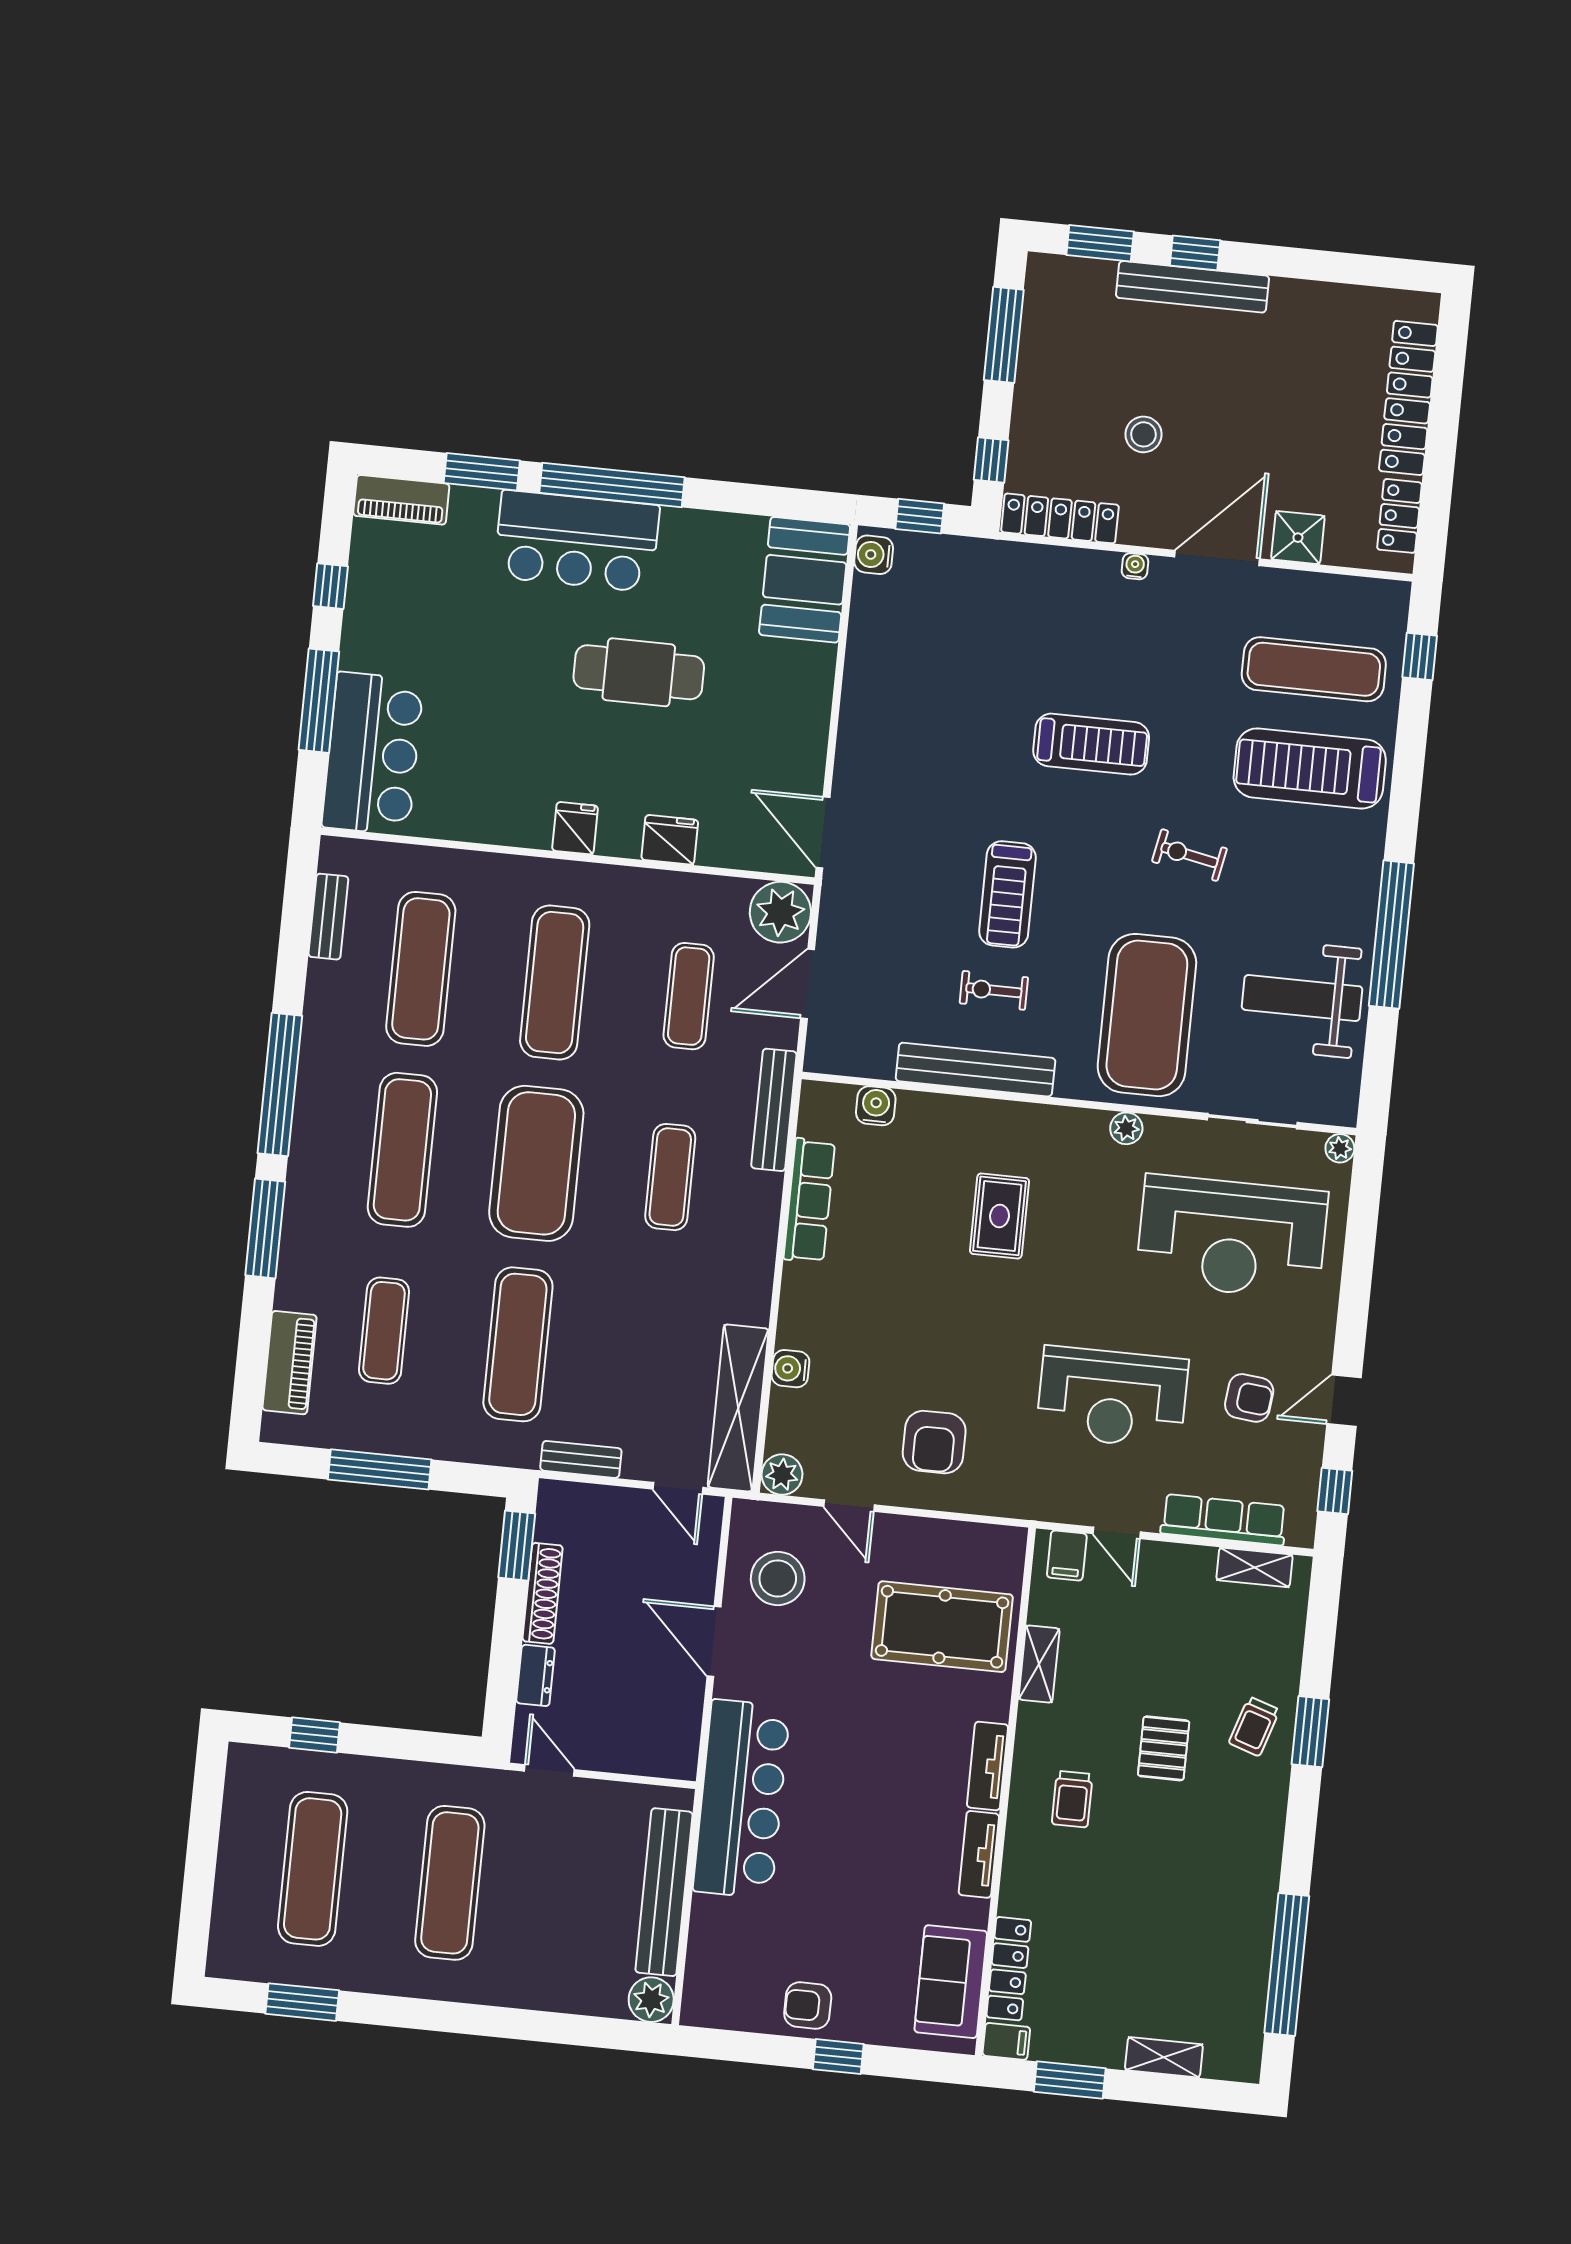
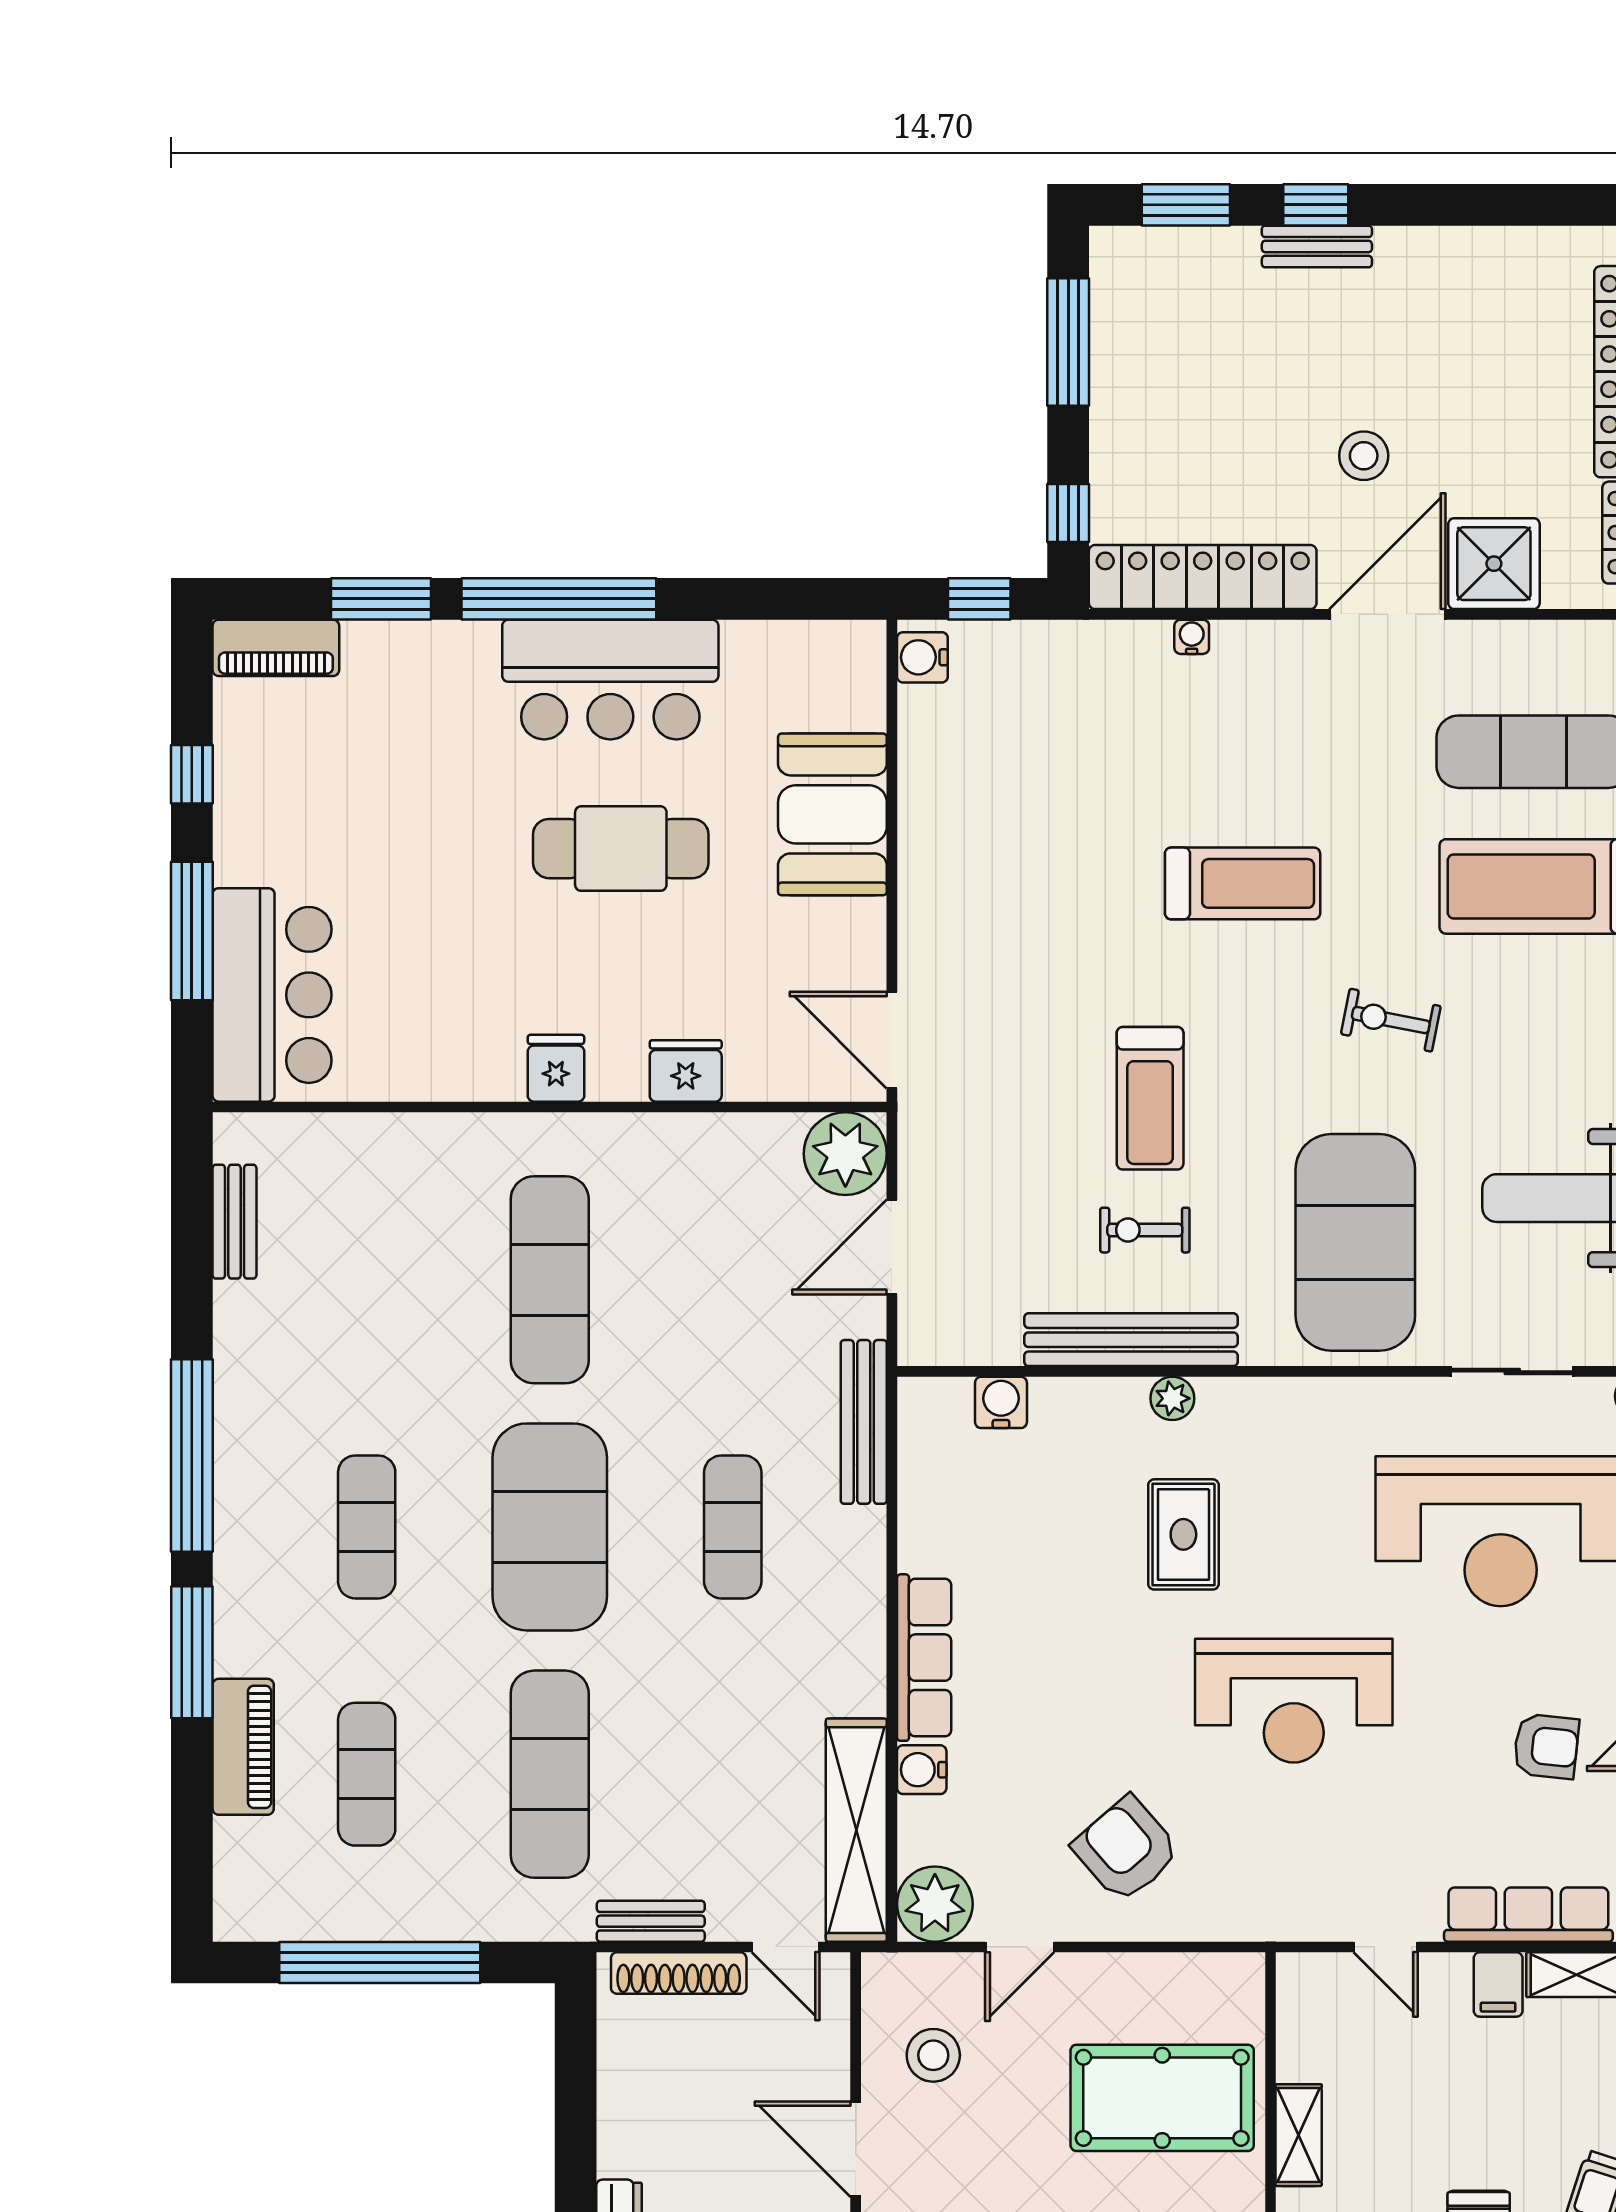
bench: (1192, 287) -> (1317, 246), width x0.54, depth x0.82
stool: (1144, 434) -> (1364, 456), moved
locker: (1060, 518) -> (1203, 577), width x1.41, depth x1.21
shower: (1298, 538) -> (1494, 564), width x1.36, depth x1.36
bar counter: (577, 541) -> (610, 680), moved
water cooler: (1135, 566) -> (1192, 637), moved
booth: (805, 580) -> (832, 814), moved
exercise mat: (421, 969) -> (367, 1280), removed
exercise mat: (689, 996) -> (733, 1280), removed
plant: (1126, 1128) -> (1172, 1398), moved
exercise mat: (402, 1150) -> (367, 1527), width x0.73, depth x0.69
row of seats: (809, 1200) -> (924, 1658), moved
piano: (289, 1363) -> (243, 1747), moved
reception desk: (1112, 1397) -> (1294, 1701), moved
armchair: (934, 1442) -> (1126, 1849), turned 139
window: (380, 1469) -> (380, 1963), width x1.46
plant: (782, 1475) -> (935, 1904), width x1.36, depth x1.36
door: (849, 1506) -> (1020, 1947), hinge flipped
window: (517, 1546) -> (576, 2047), removed
filing cabinet: (1067, 1556) -> (1498, 1984), moved
stool: (778, 1578) -> (933, 2055), width x0.73, depth x0.73
shoe rack: (543, 1593) -> (679, 1973), moved, turned 90

